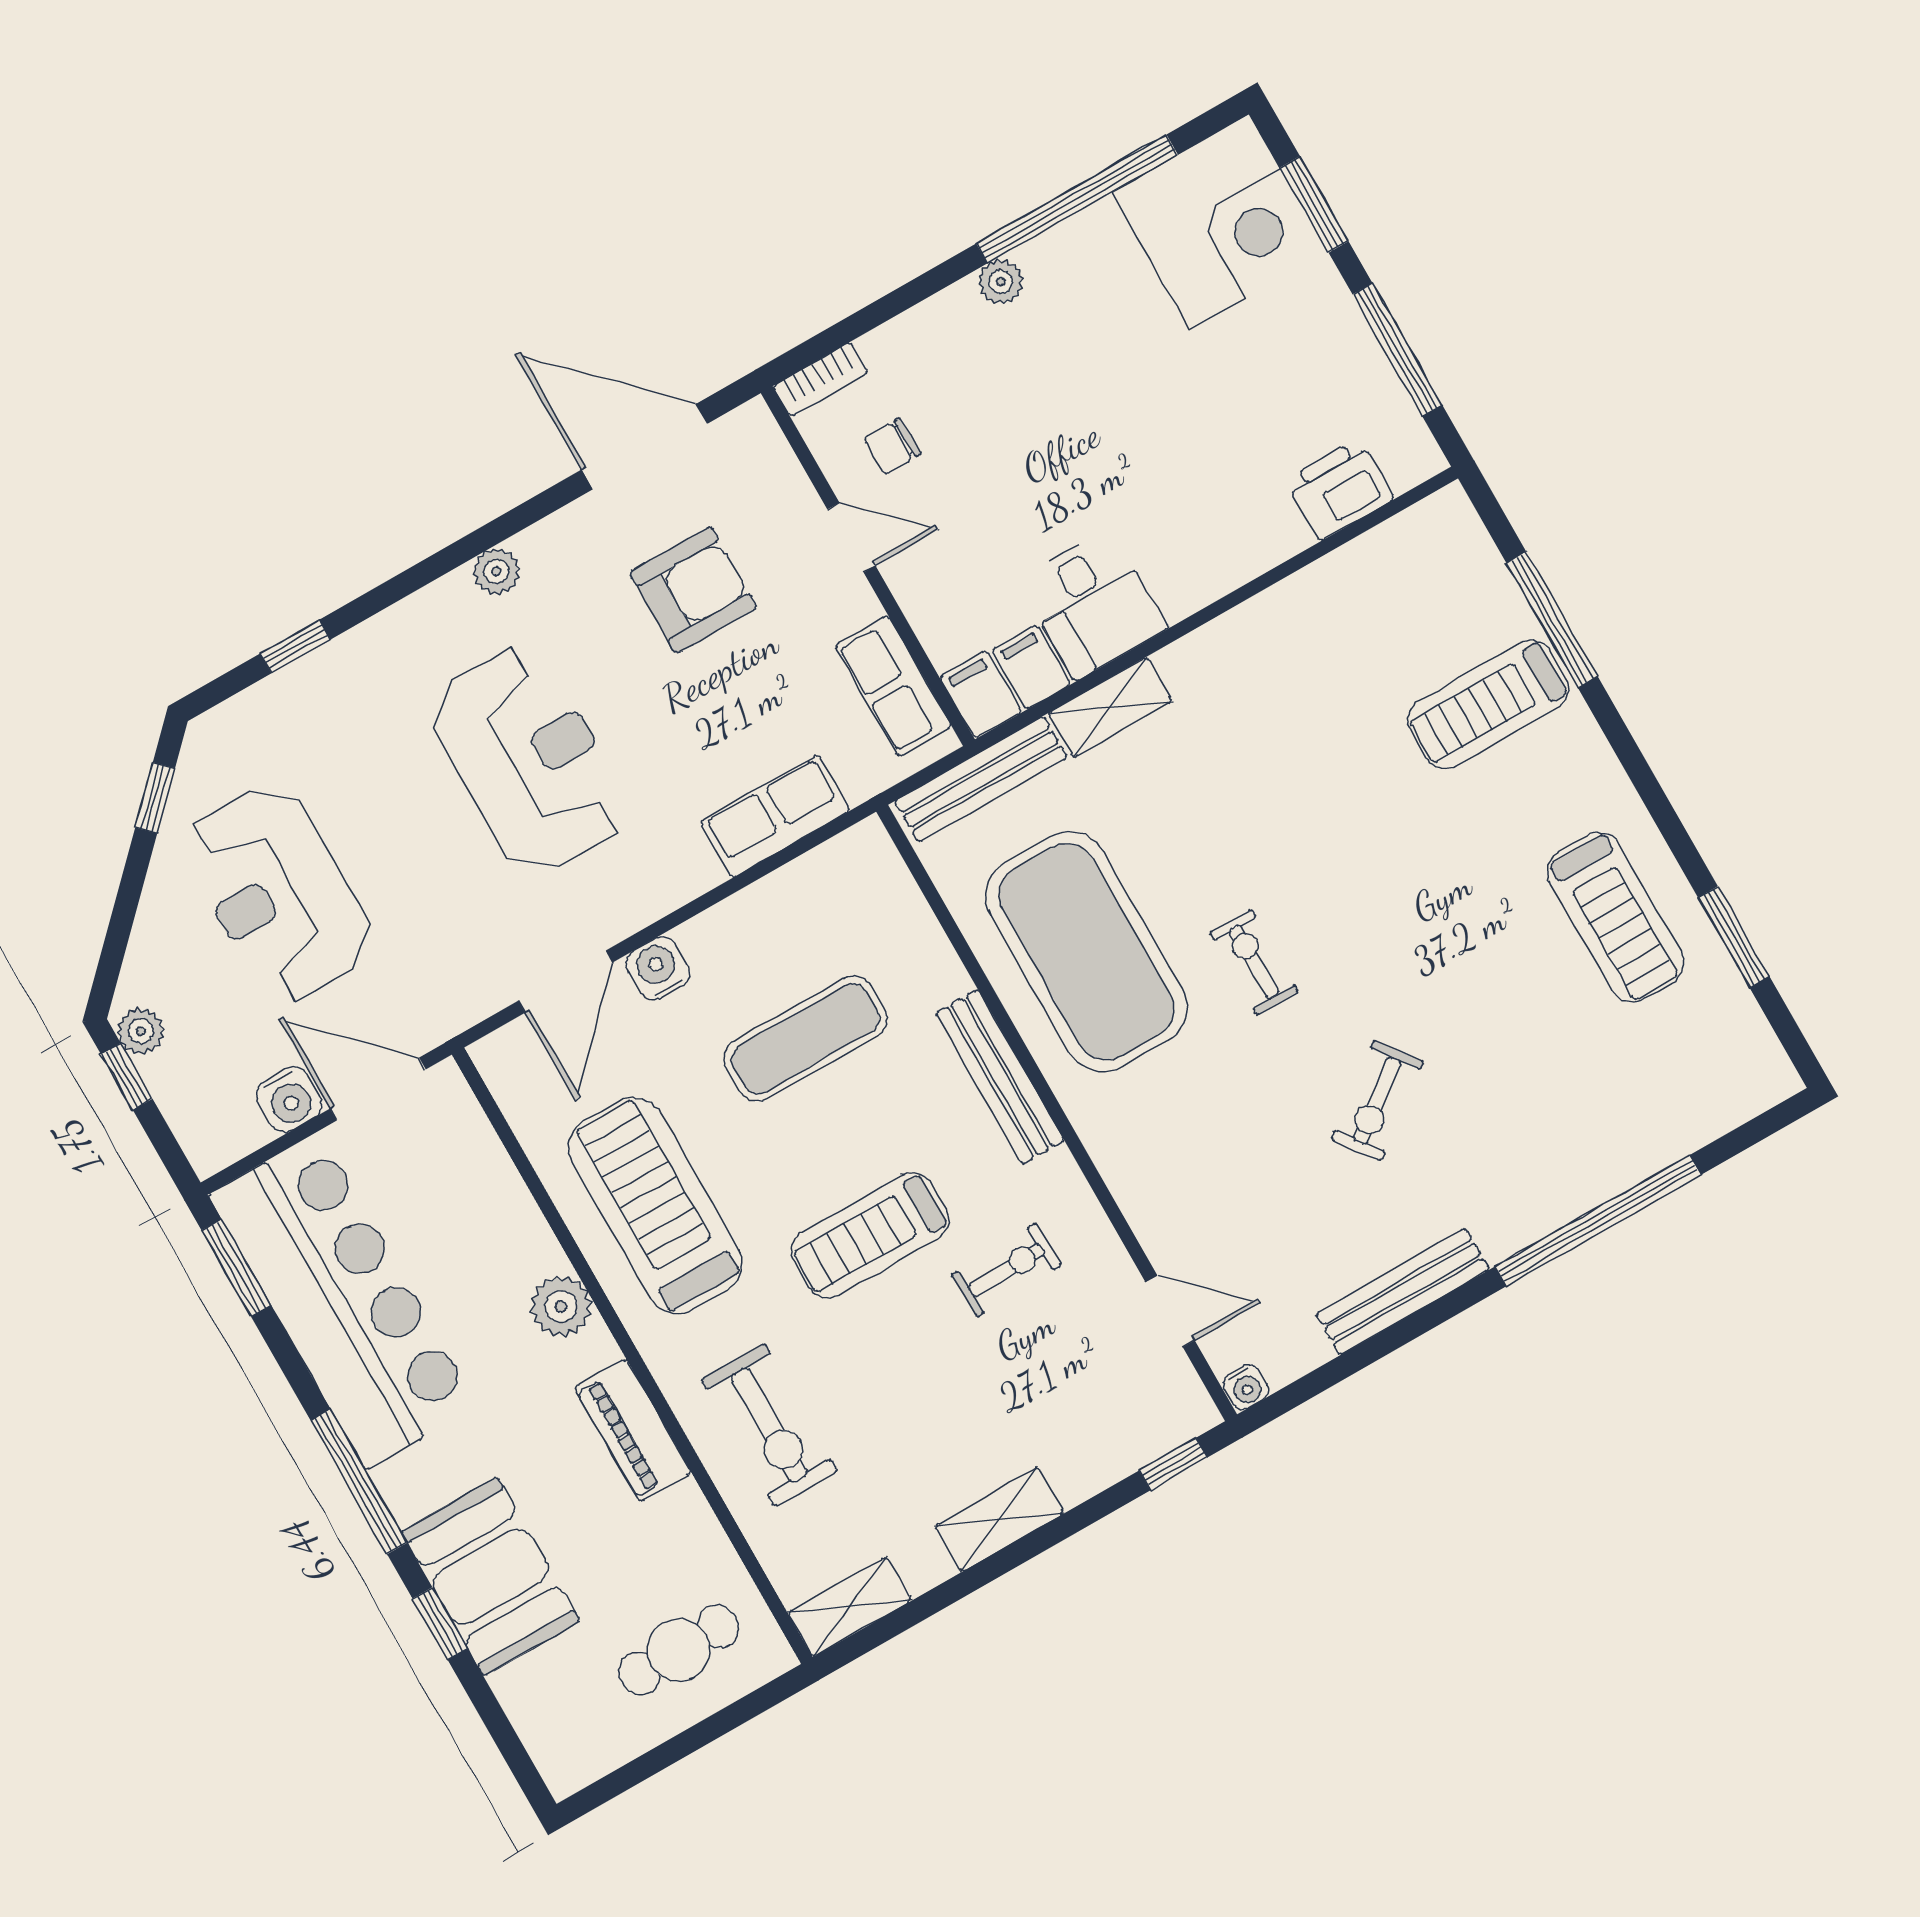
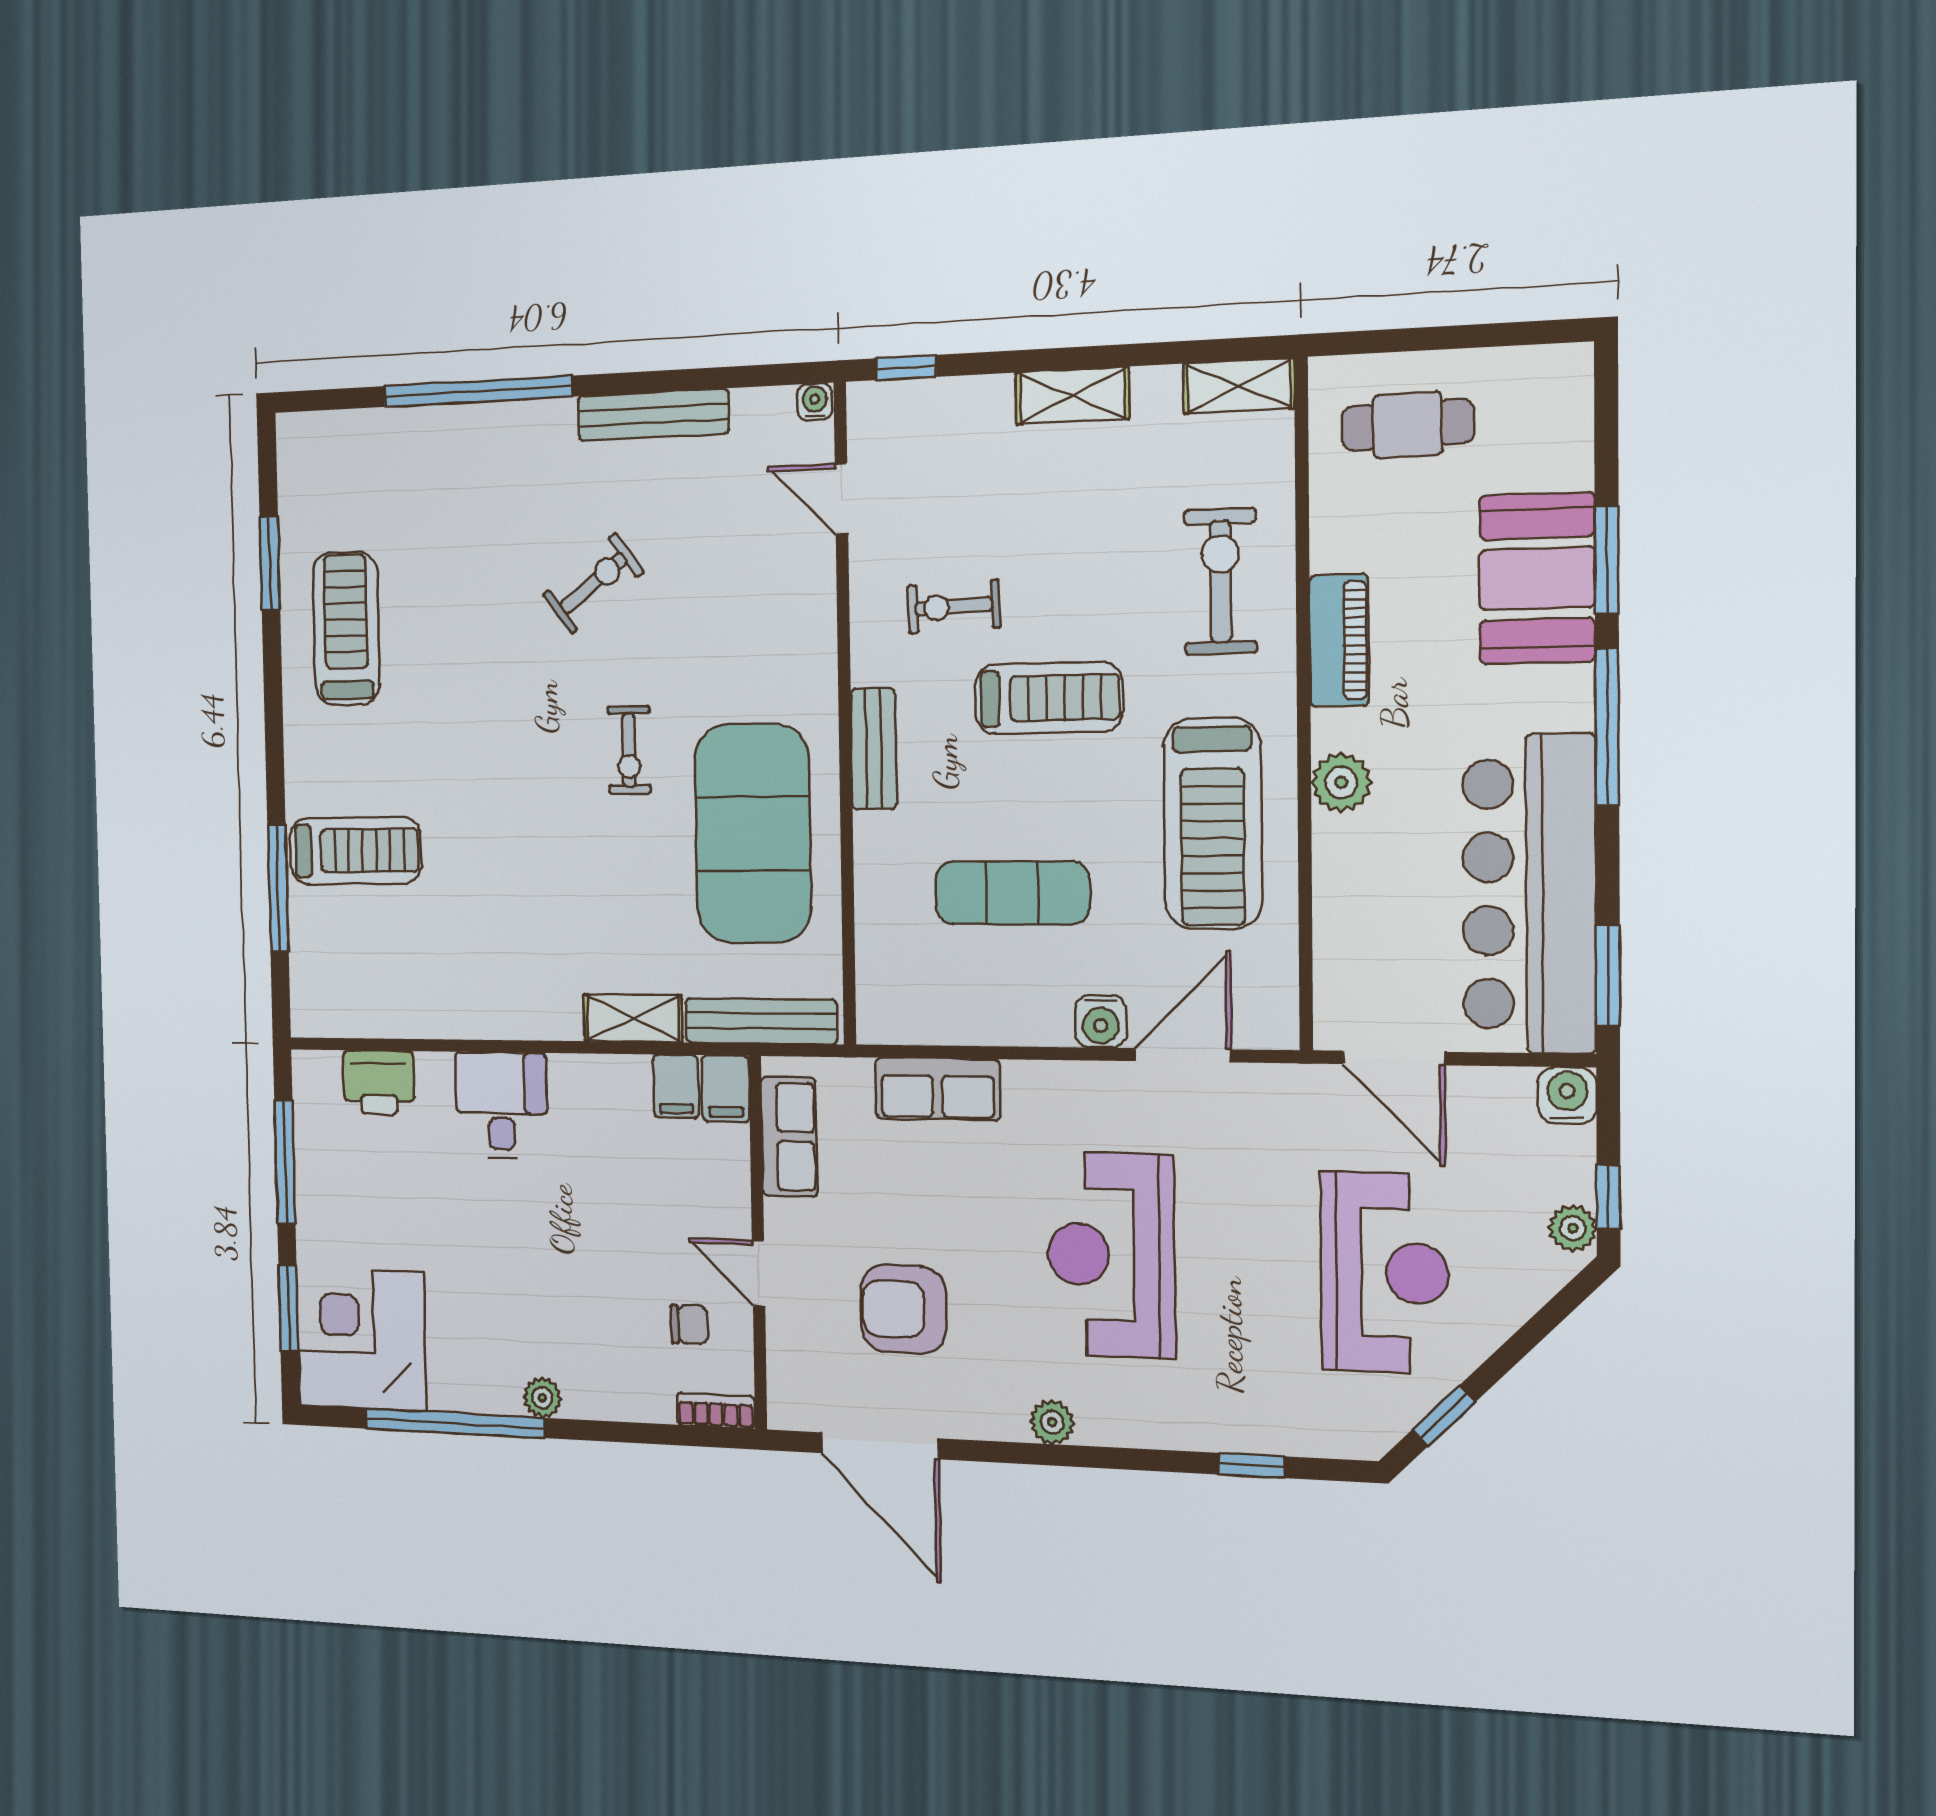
desk: (1093, 604) -> (501, 1105), moved
bench: (1000, 1077) -> (874, 749), width x0.73
water cooler: (289, 1099) -> (1567, 1096), moved
window: (440, 1624) -> (1607, 560), width x1.50

